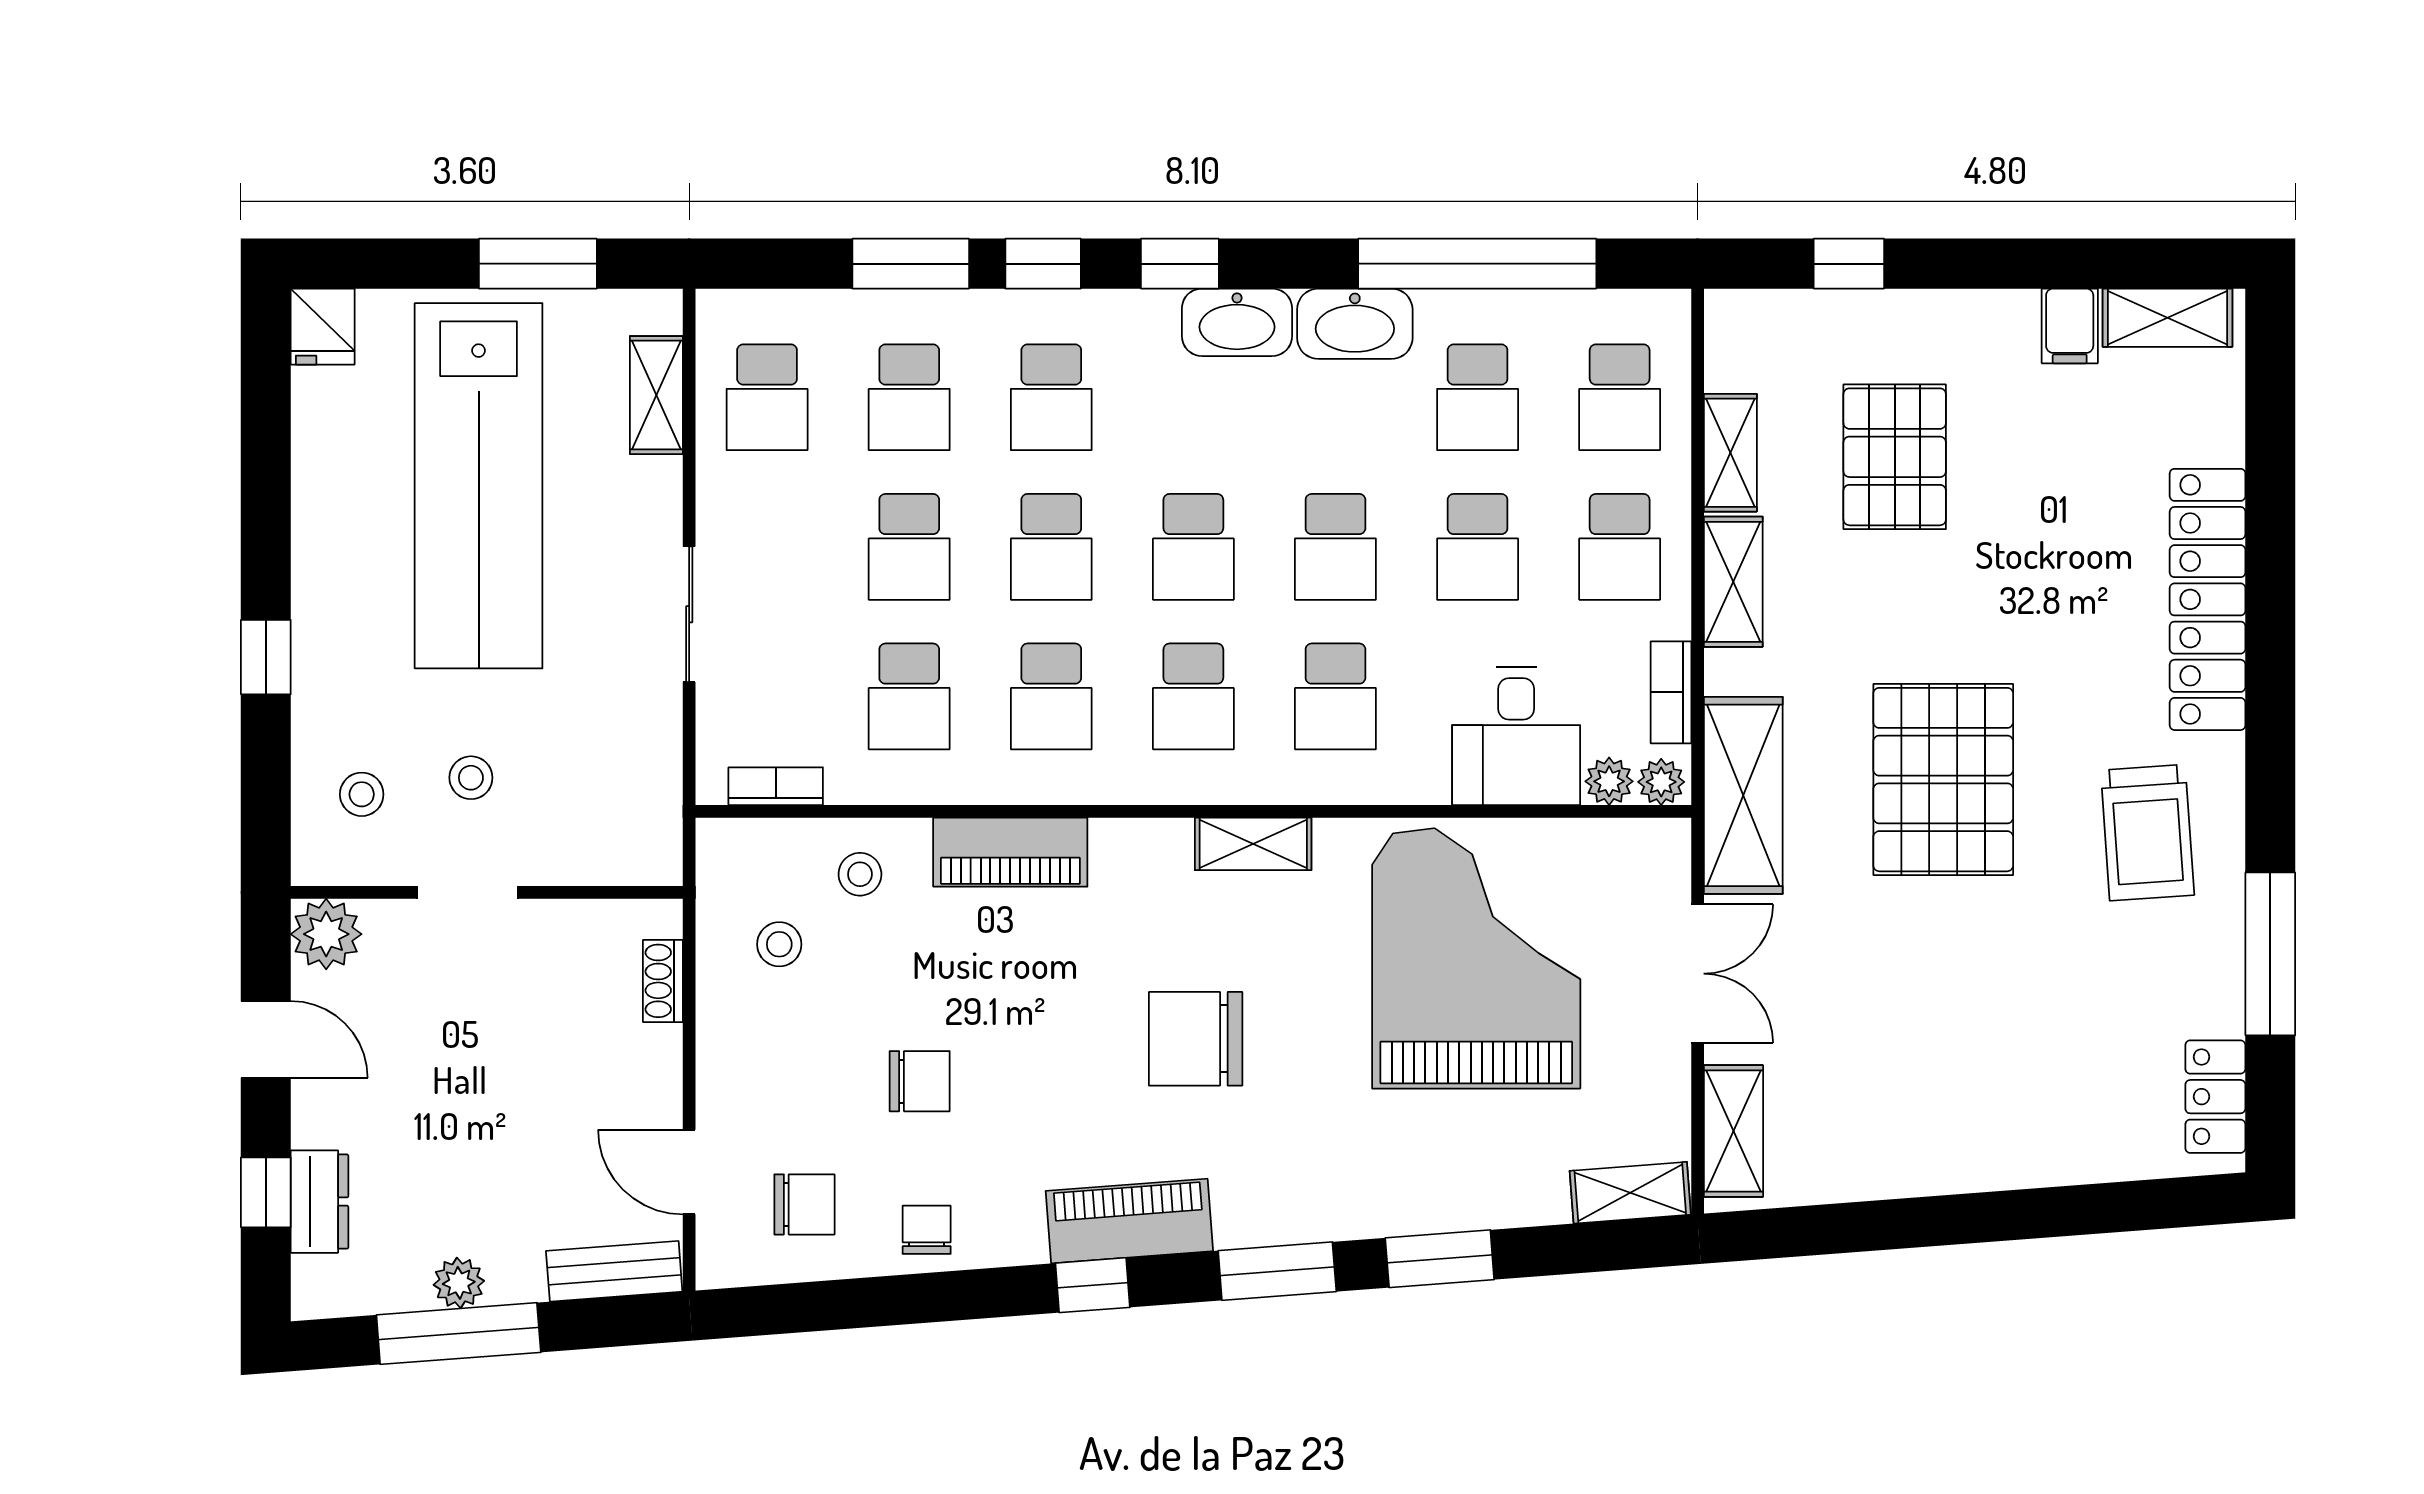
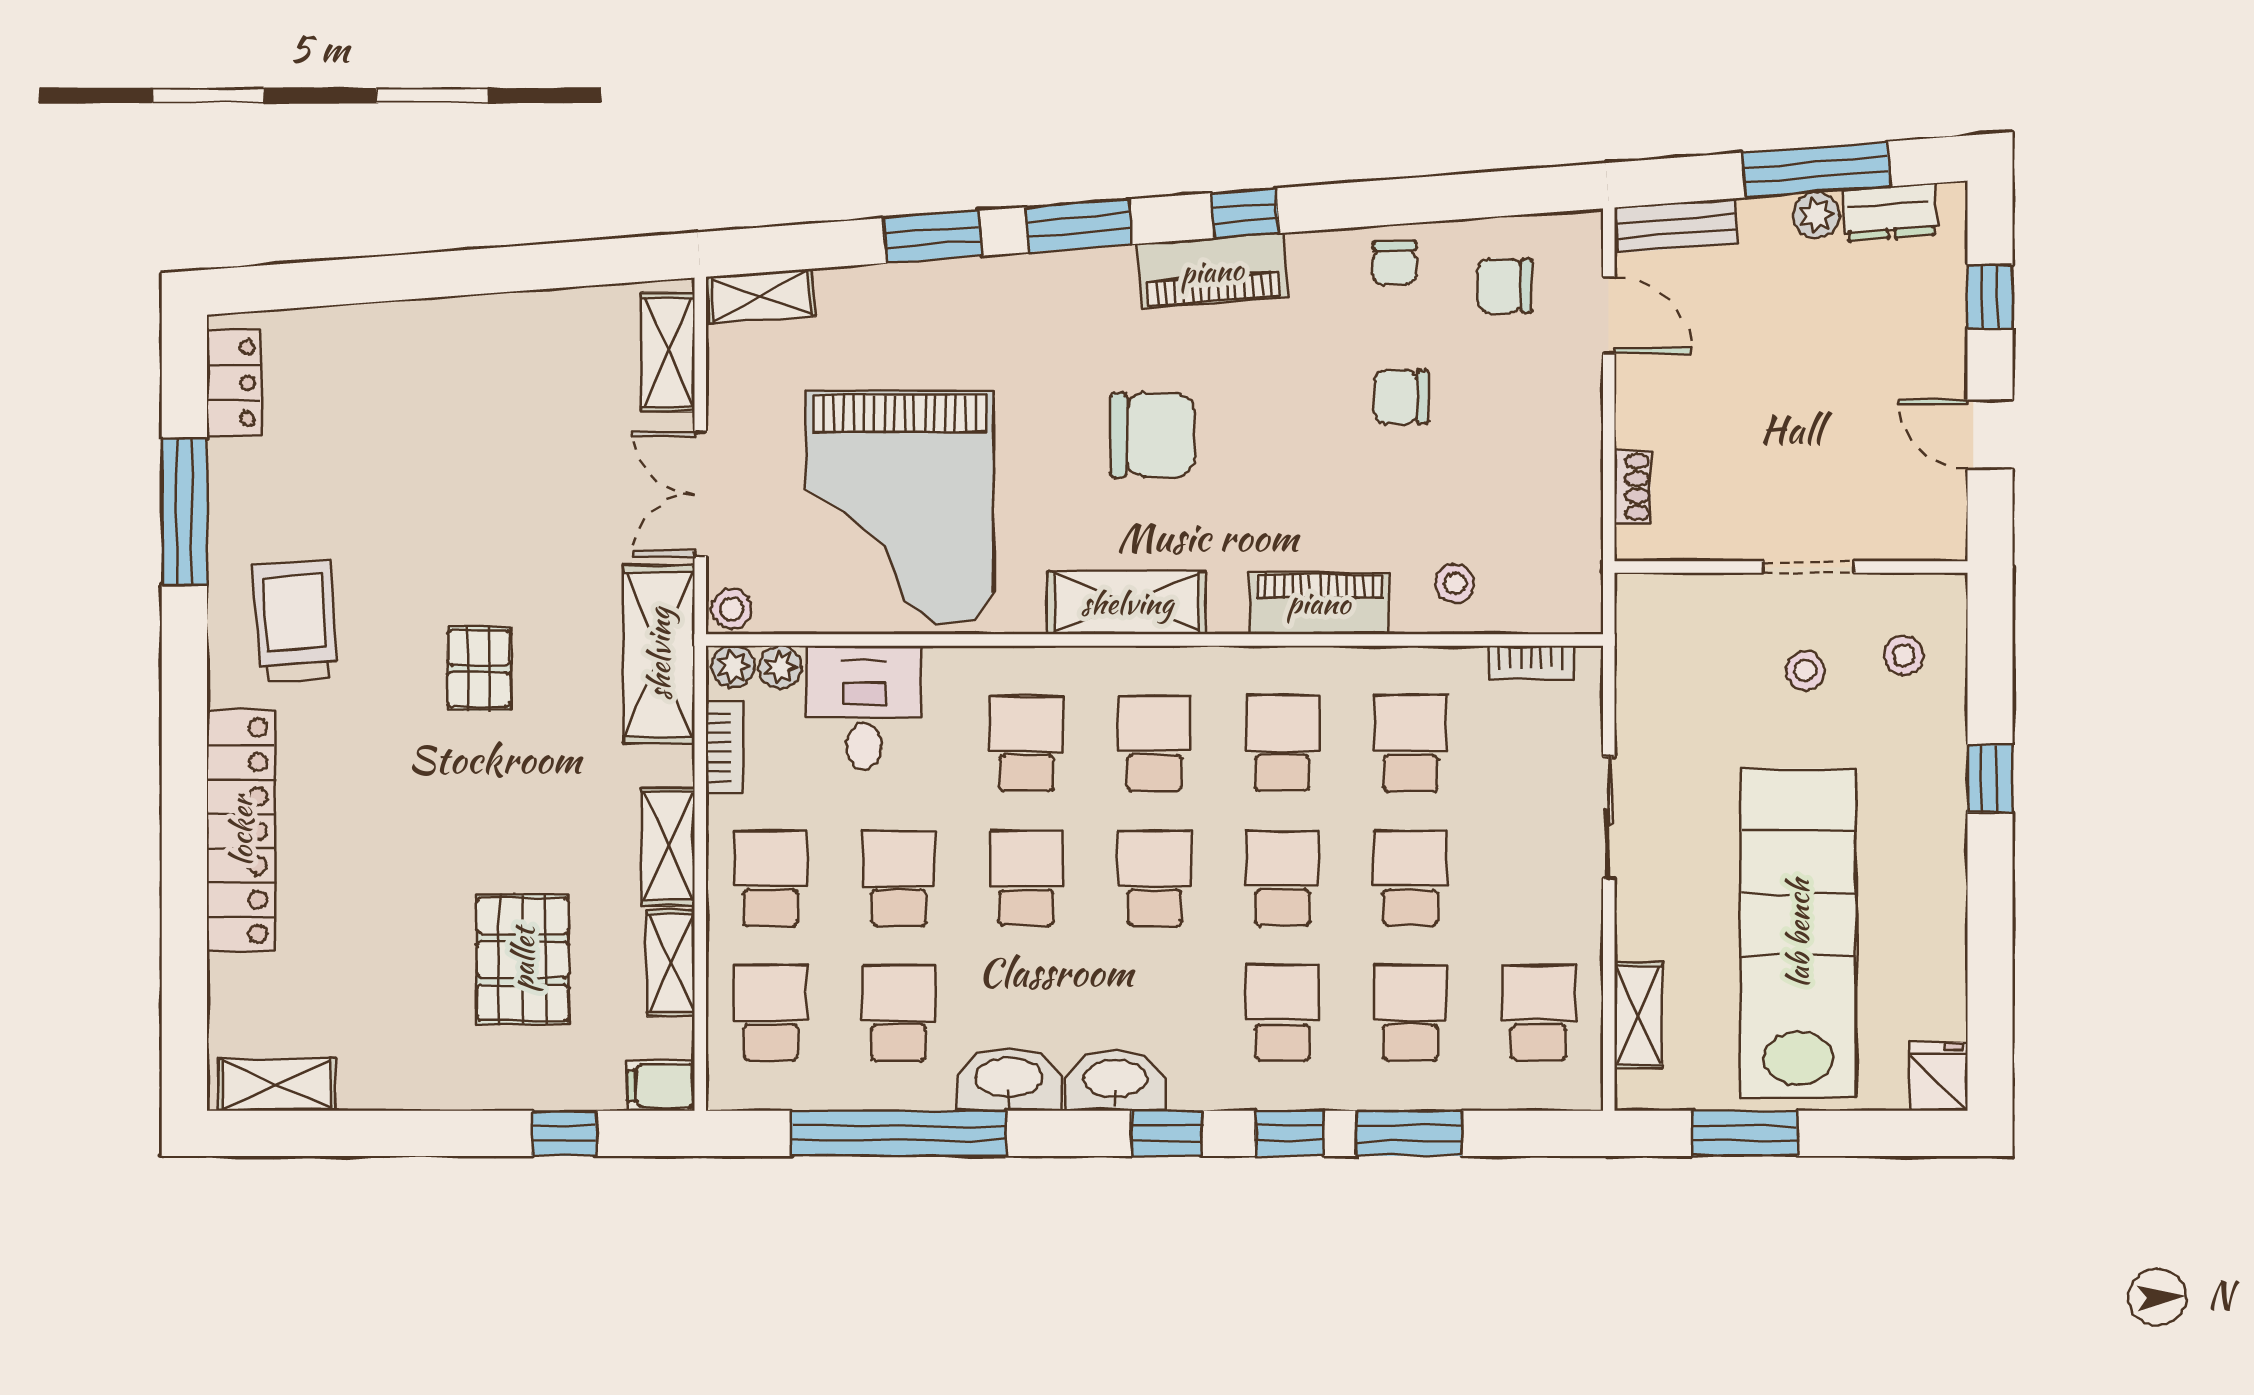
filing cabinet: (2070, 326) -> (661, 1086), moved, turned -90
pallet: (1943, 780) -> (479, 669), width x0.49, depth x0.50
shelving: (1253, 844) -> (1127, 603), width x1.50, depth x1.33
plant: (326, 934) -> (1936, 529), removed
stool: (779, 944) -> (732, 609), moved
dresser: (320, 1202) -> (1890, 212), moved, turned -94

